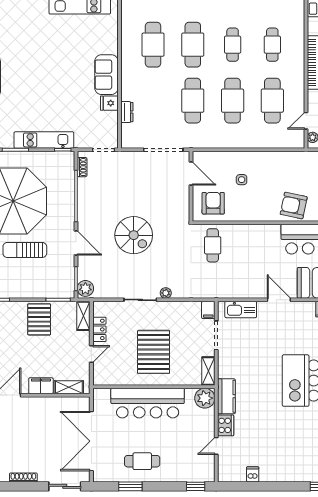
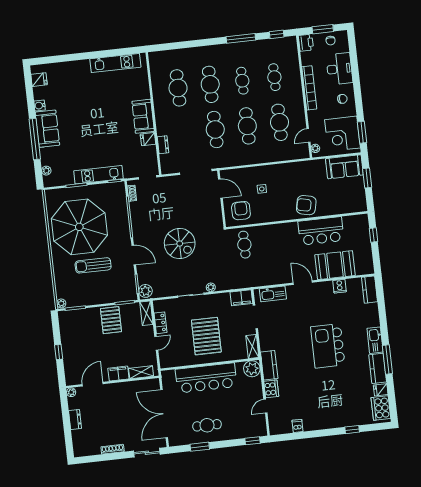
filing cabinet: (208, 310) -> (241, 298), width x2.00

